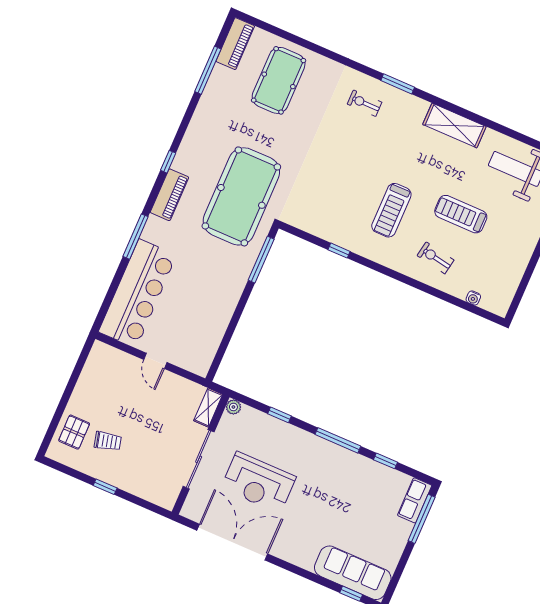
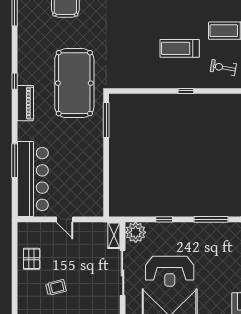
treadmill: (391, 210) -> (180, 48), turned 90
window: (136, 237) -> (15, 161), moved
window: (339, 251) -> (186, 91), moved
plant: (233, 407) -> (136, 232), width x1.87, depth x1.87
pallet: (74, 432) -> (32, 259), moved

